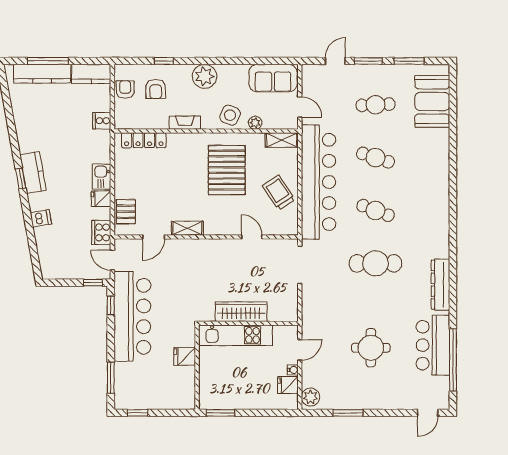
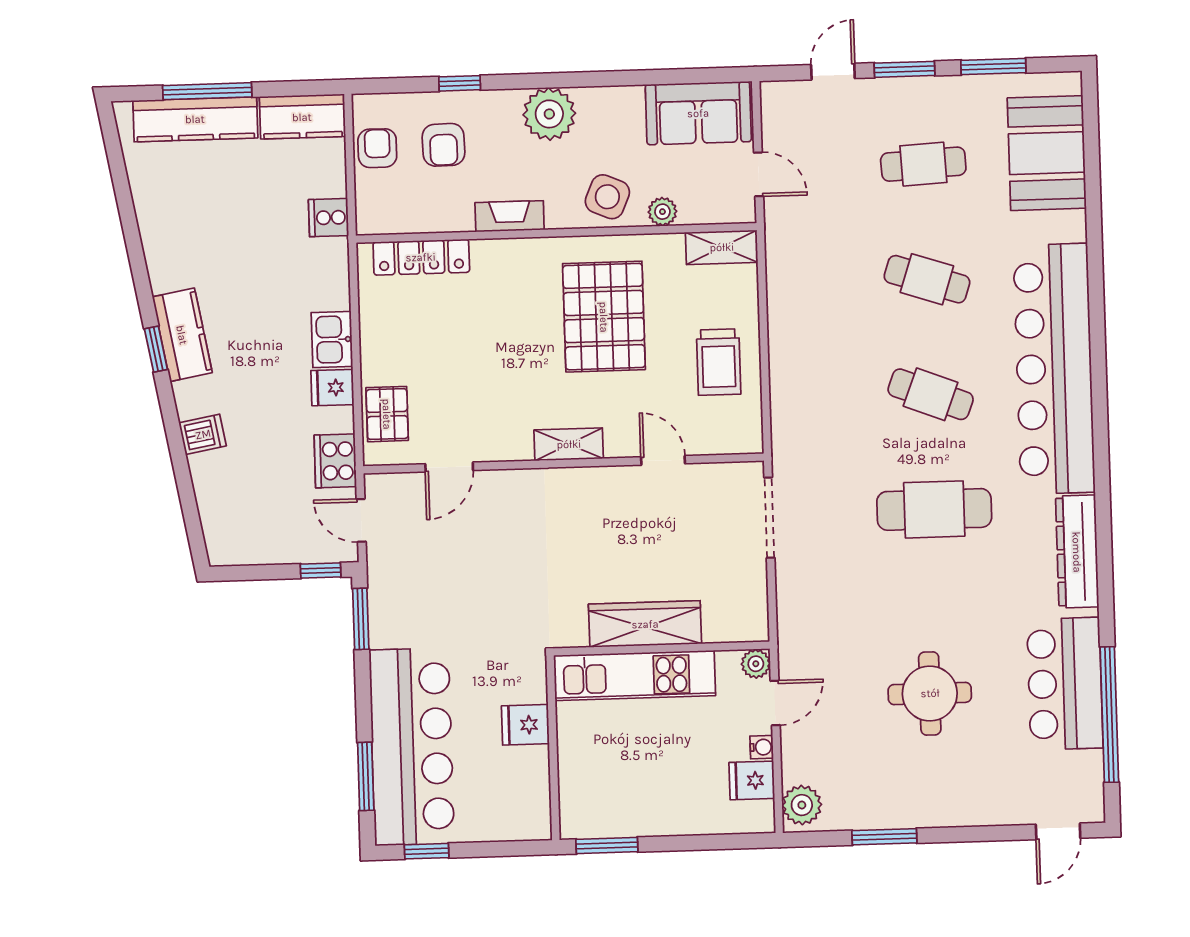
bar counter: (318, 182) -> (1054, 369), moved, turned 180
trolley: (279, 193) -> (719, 362), turned -146
shelving: (187, 228) -> (569, 444), moved
window: (111, 305) -> (361, 619), width x1.50
bar counter: (132, 316) -> (412, 747), moved
plant: (291, 332) -> (756, 664), added

